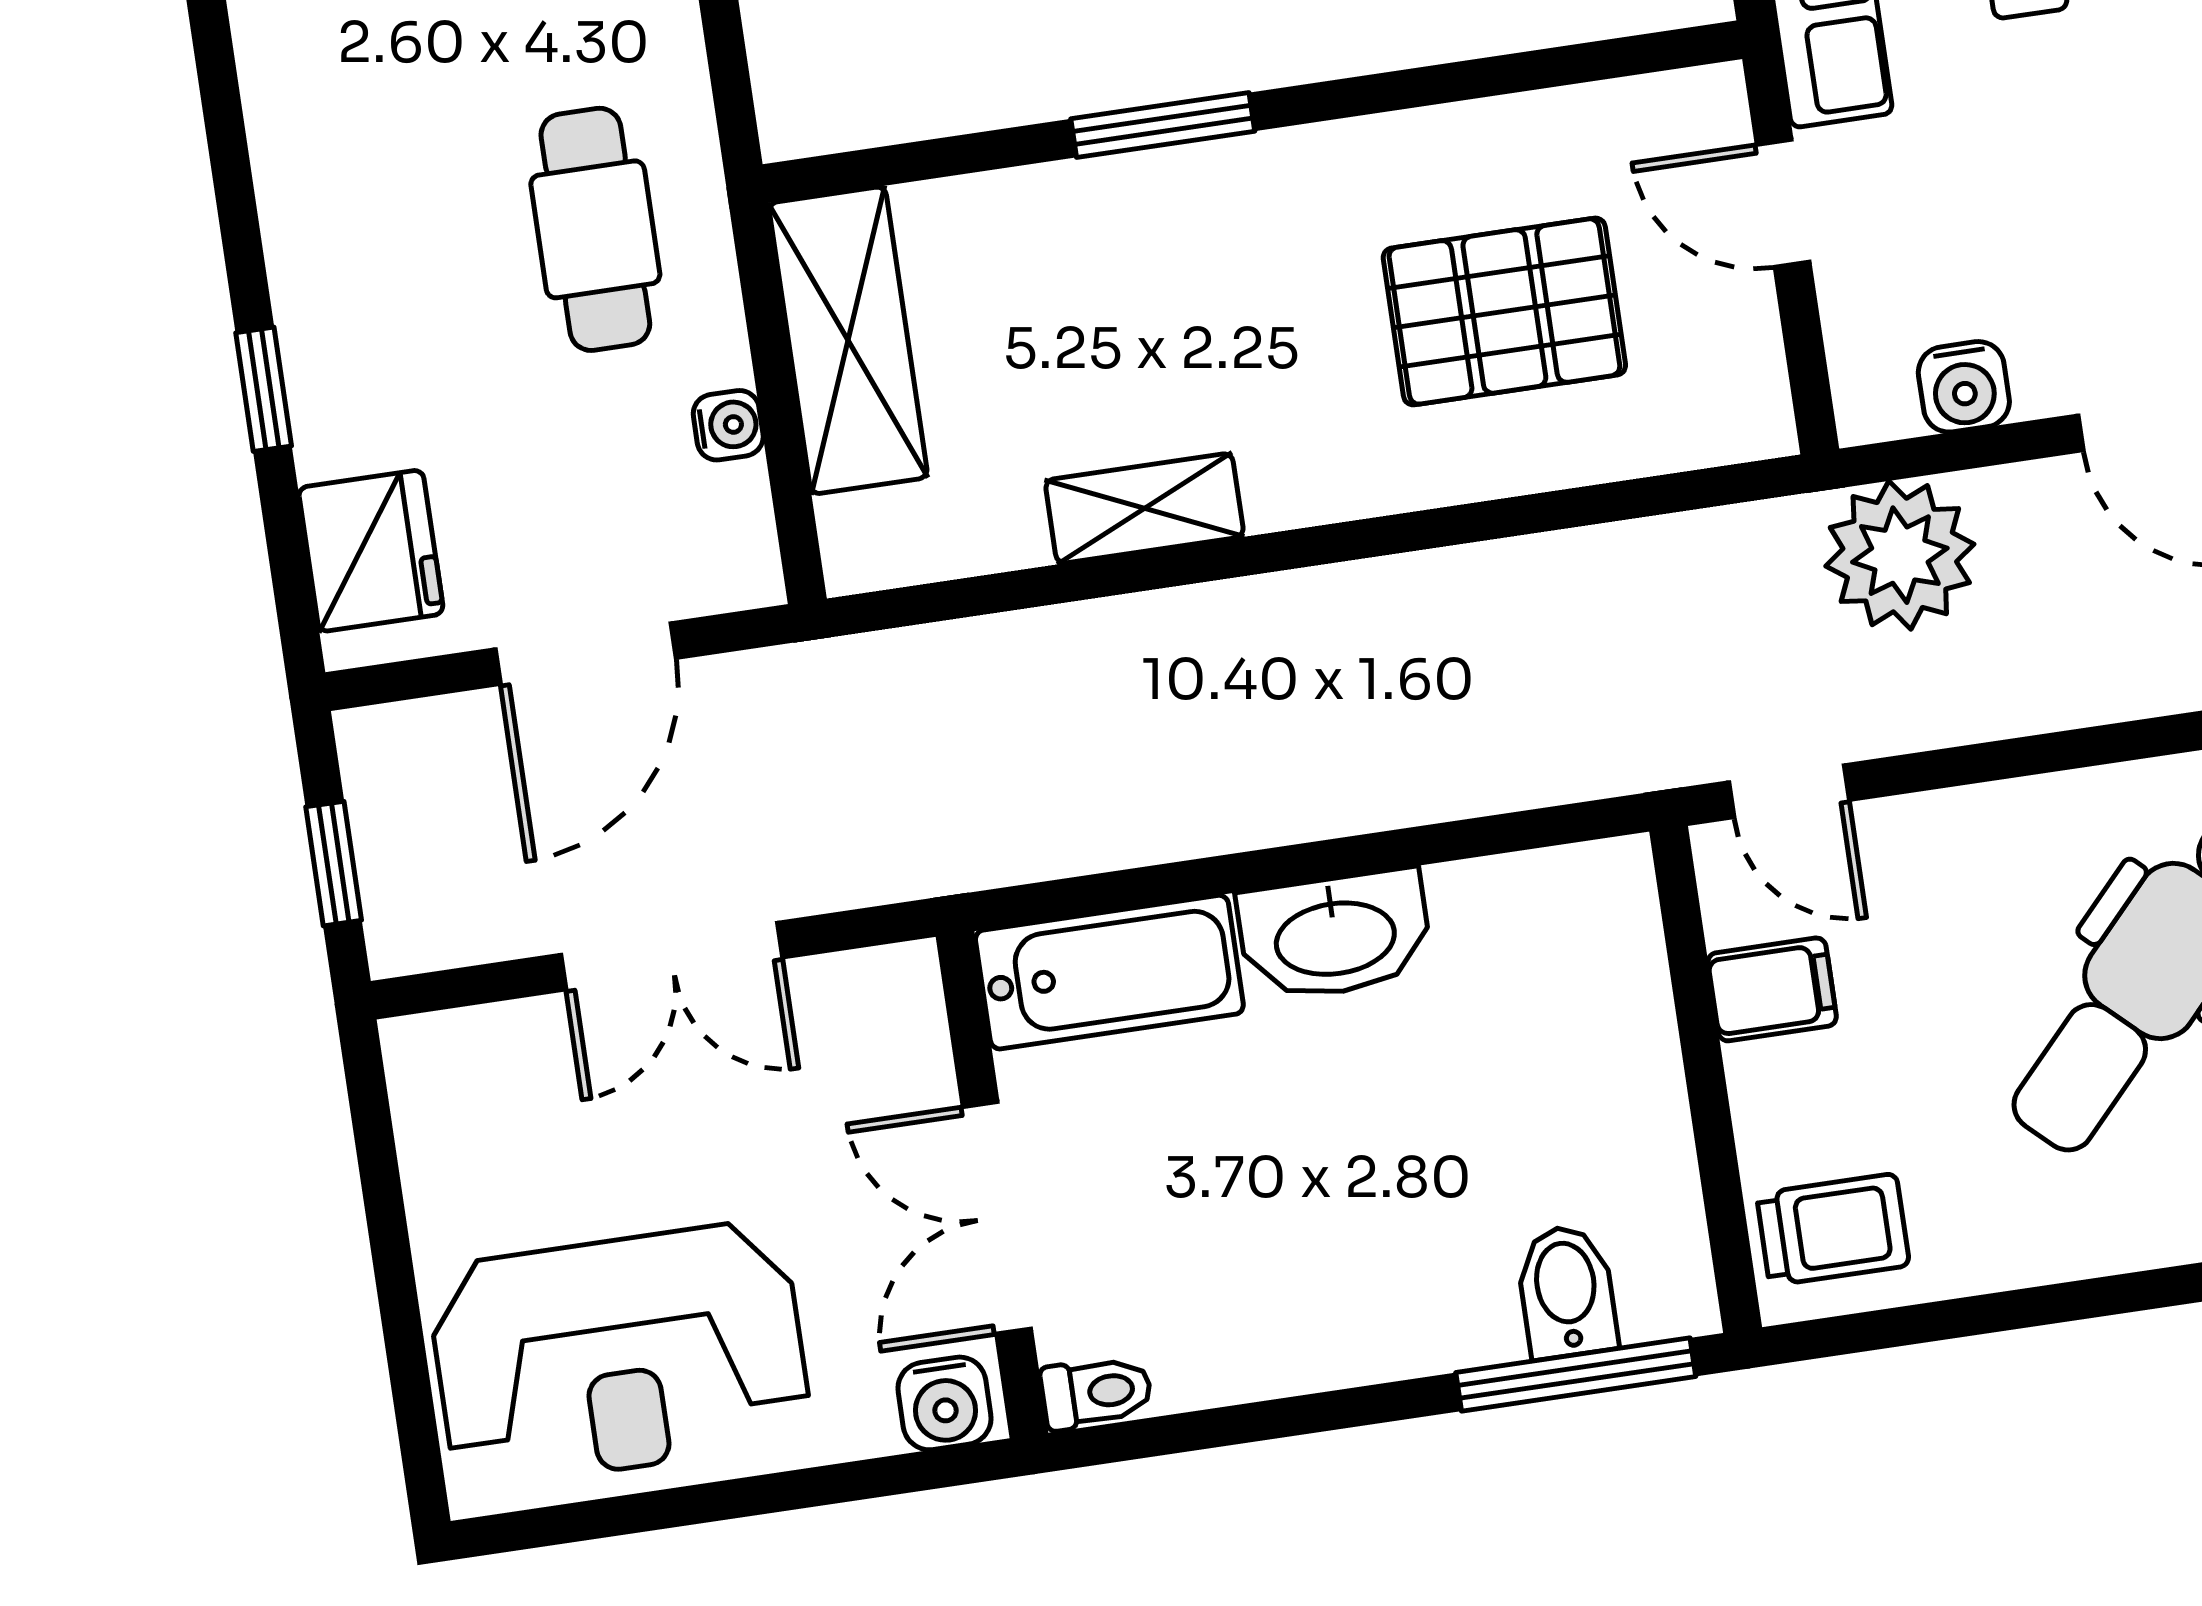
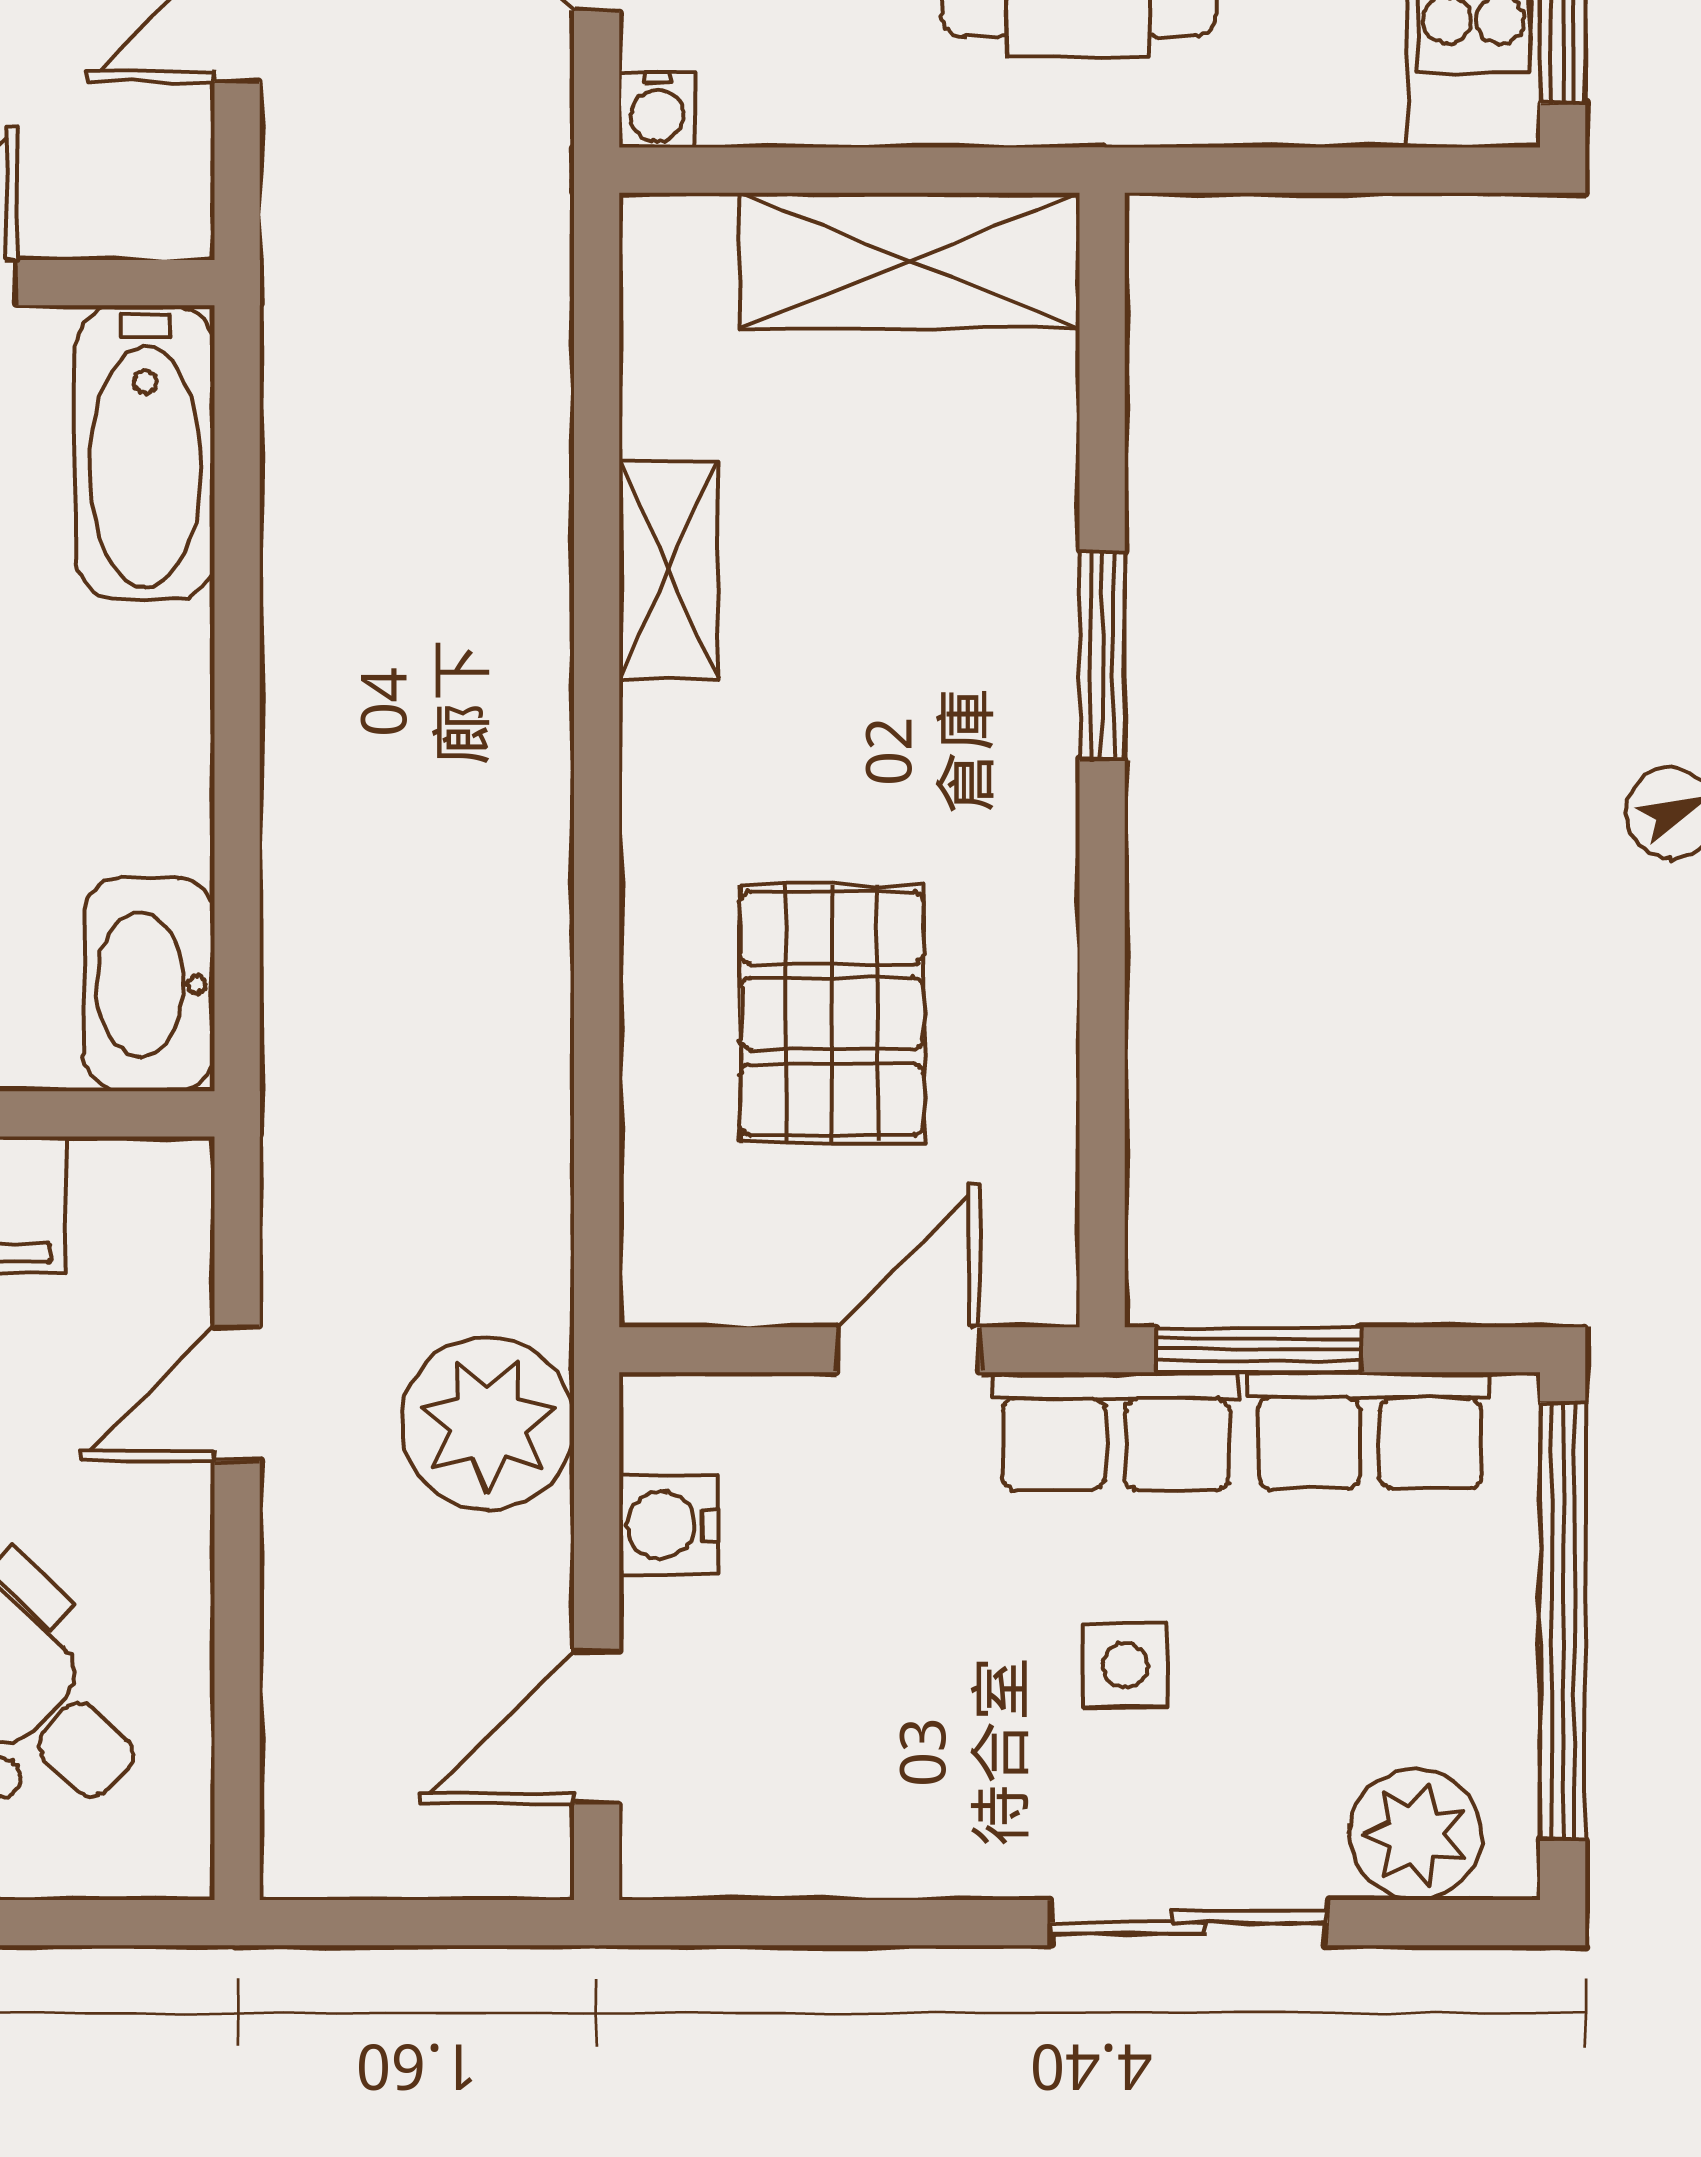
water cooler: (728, 425) -> (657, 110), moved
door: (1789, 791) -> (237, 1394), moved
washbasin: (1335, 935) -> (149, 984), moved

